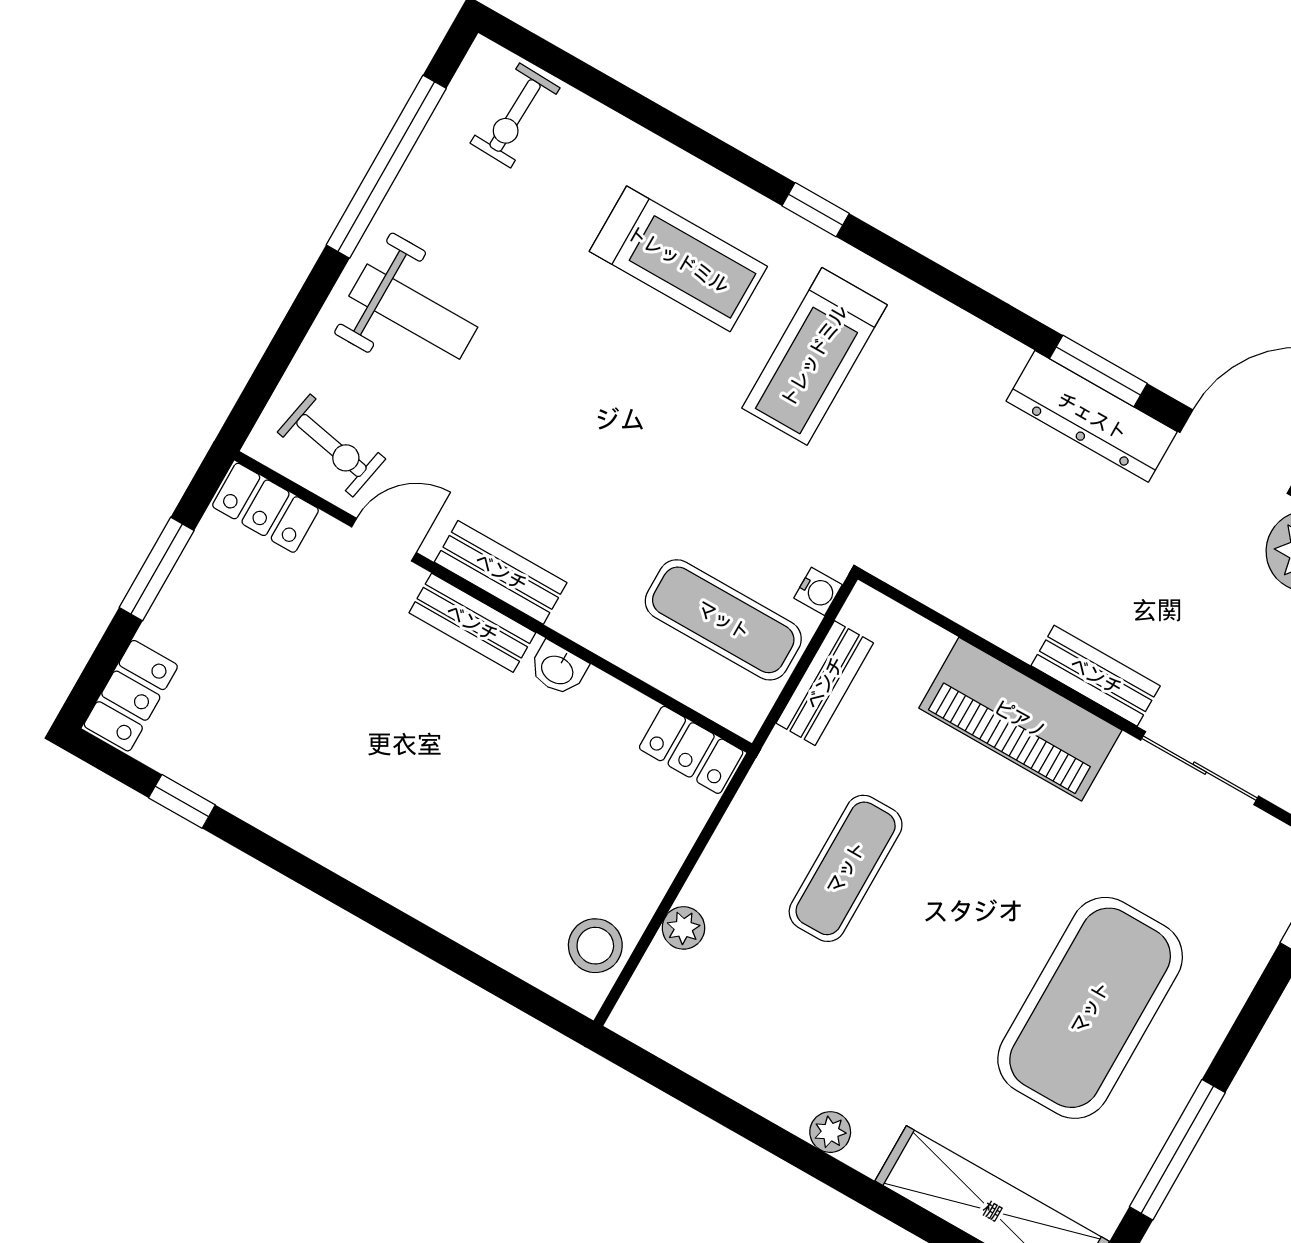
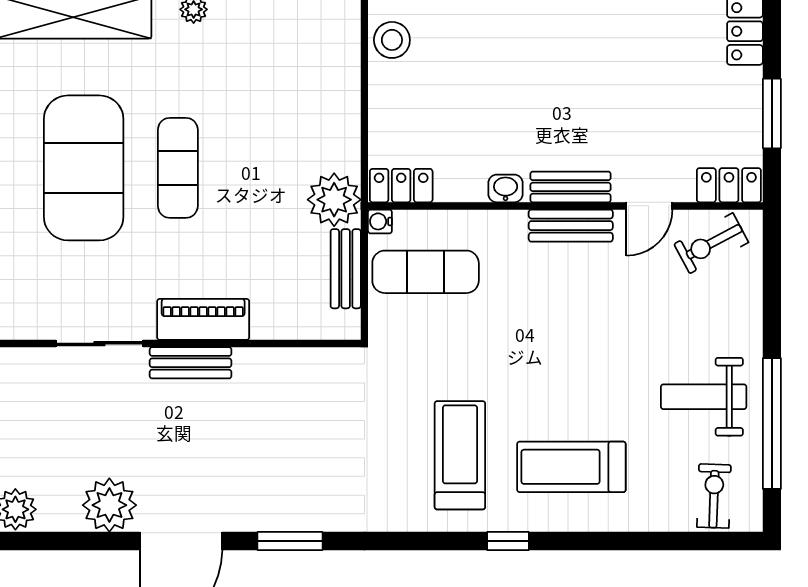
weight bench: (413, 312) -> (704, 397), moved
dresser: (1092, 416) -> (279, 512), removed
exercise bike: (331, 445) -> (711, 243), turned -39
water cooler: (818, 591) -> (380, 221), moved
piano: (1020, 719) -> (203, 319), width x0.73, depth x0.75
exercise mat: (846, 868) -> (178, 168), moved
plant: (683, 928) -> (334, 200), moved, width x1.88, depth x1.88

